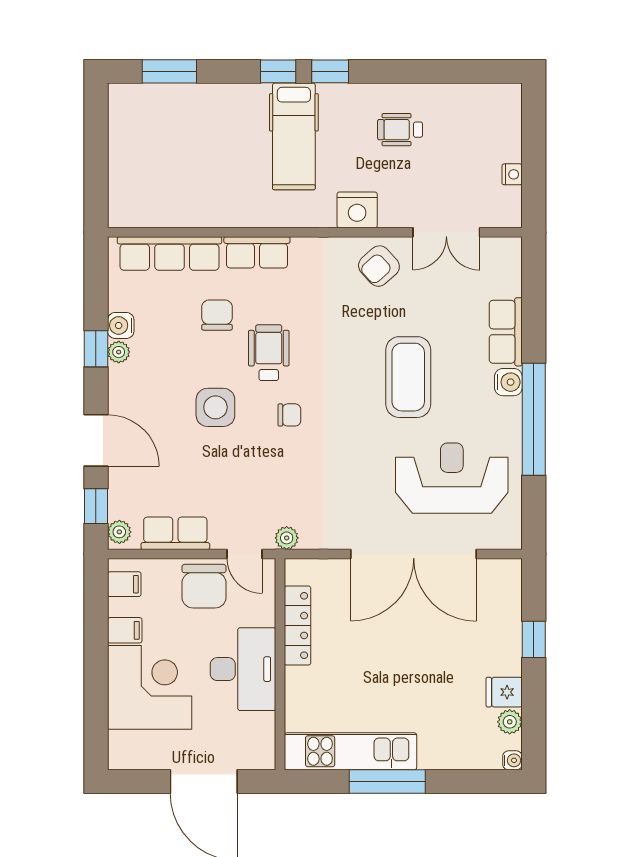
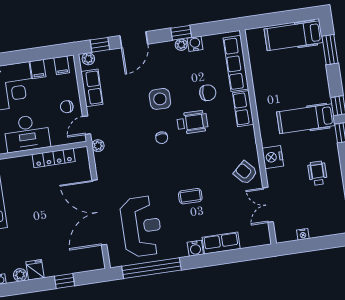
hospital bed: (133, 137) -> (293, 36), added
coffee table: (408, 377) -> (190, 196), width x0.54, depth x0.58
window: (534, 419) -> (152, 268), moved
chair: (204, 586) -> (67, 107), width x0.54, depth x0.54

